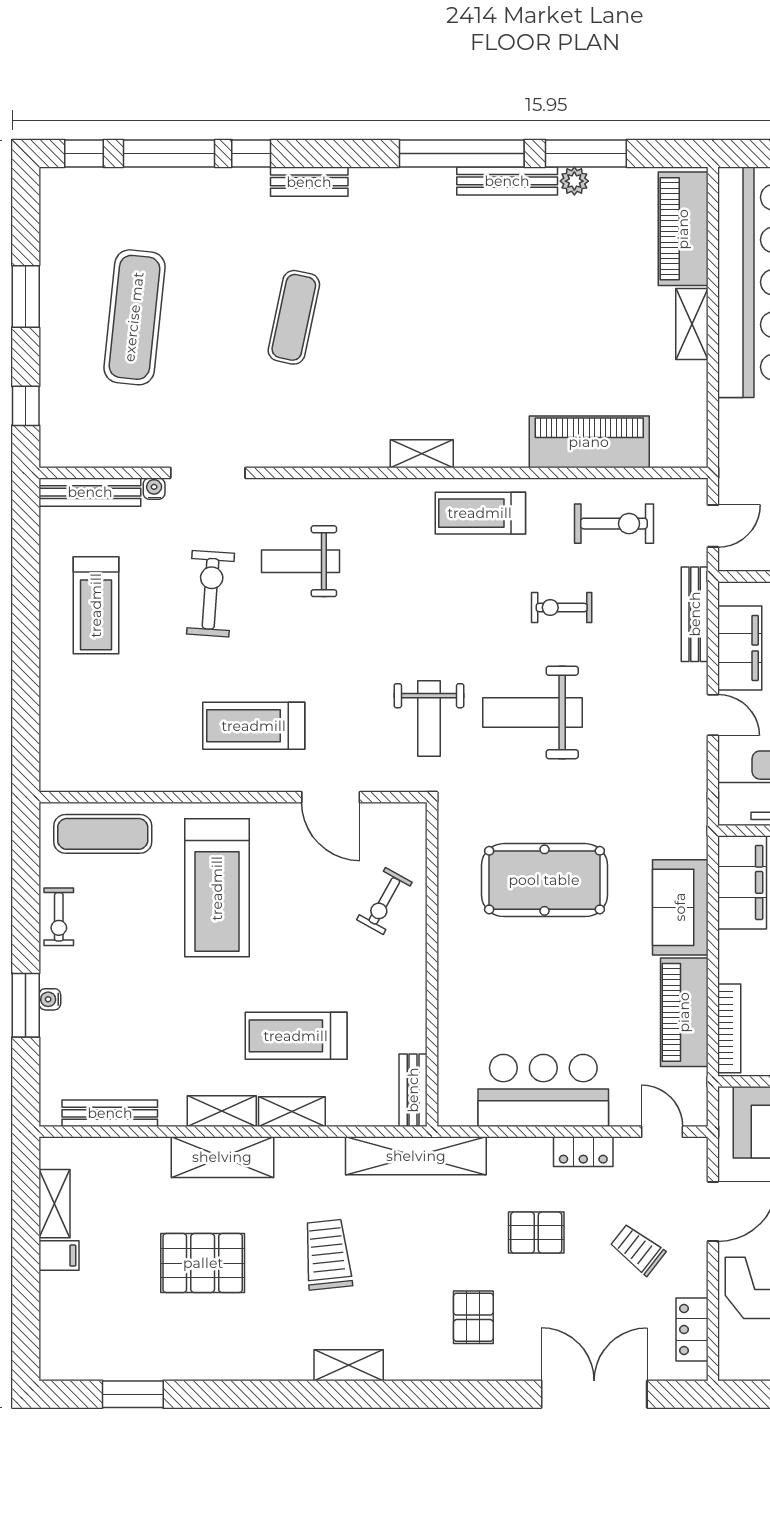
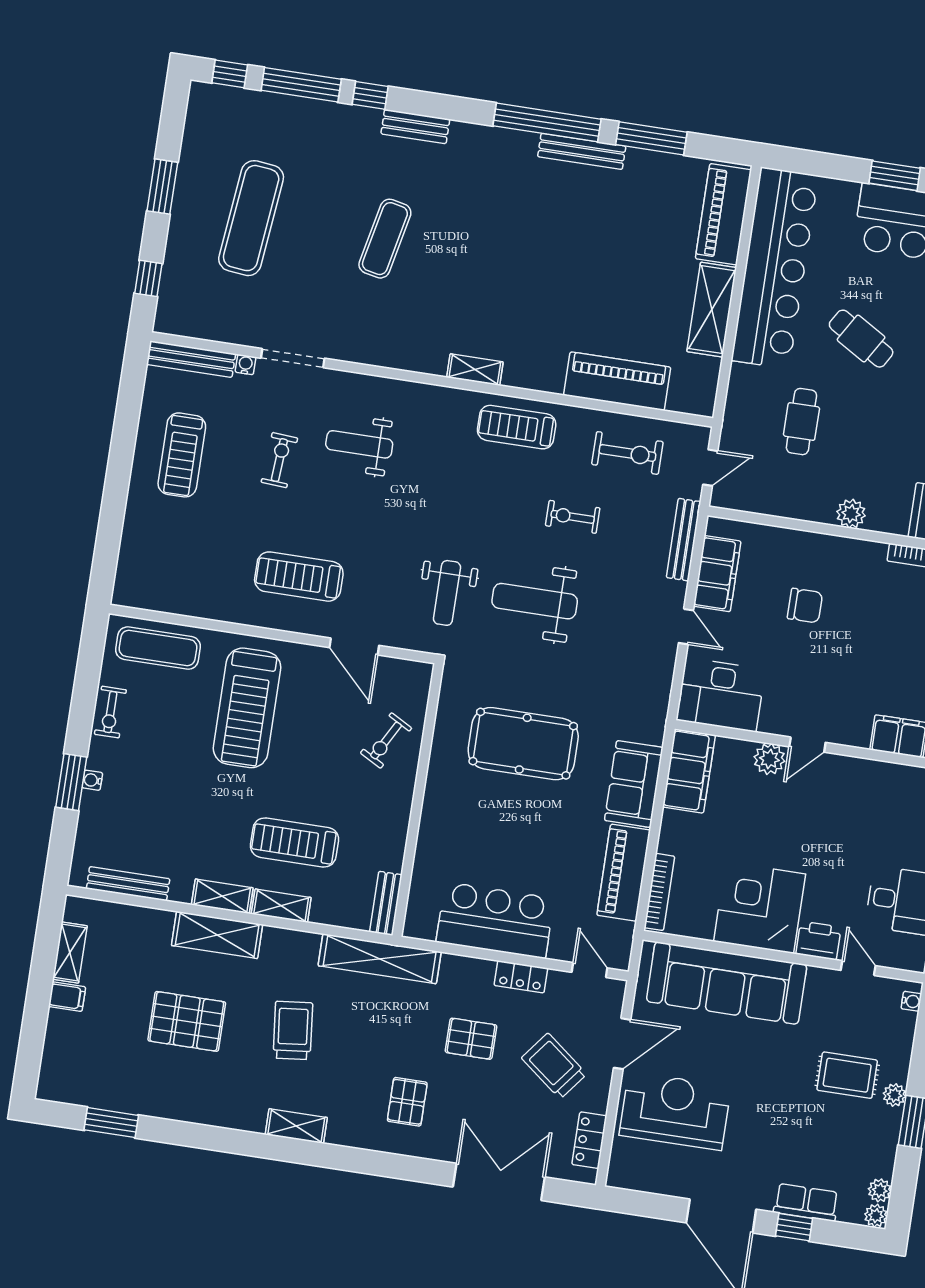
plant: (574, 181) -> (638, 160), removed
shelving: (692, 324) -> (712, 310), width x1.50, depth x1.33
exercise bike: (211, 594) -> (279, 460), width x0.73, depth x0.72
trolley: (638, 1249) -> (554, 1066), width x1.36, depth x1.39

